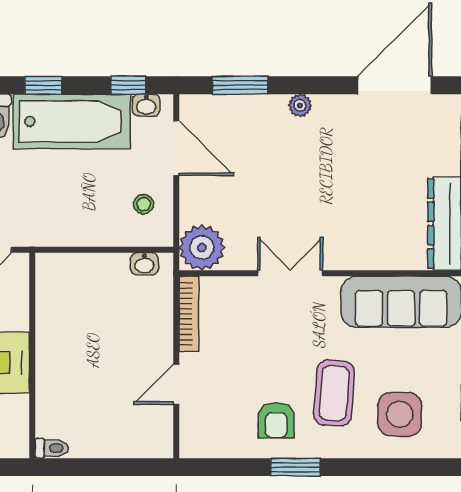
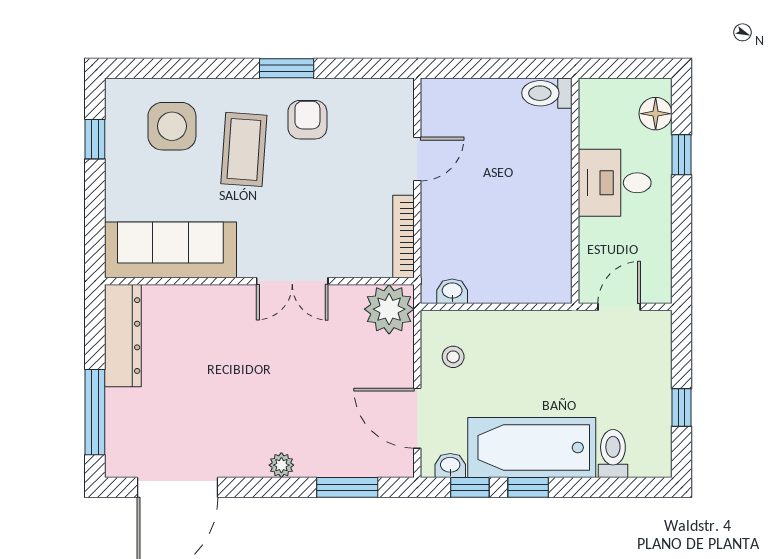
window: (43, 85) -> (528, 487), moved
toilet: (52, 448) -> (547, 93), width x1.37, depth x1.39

